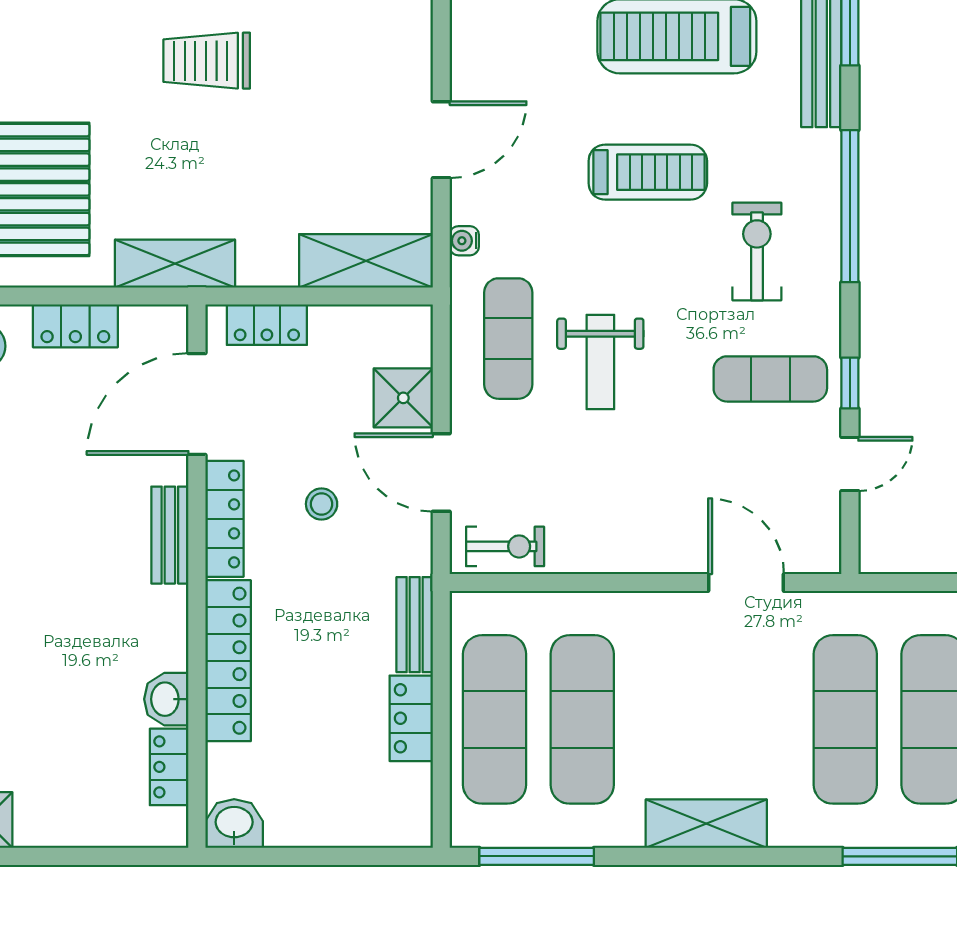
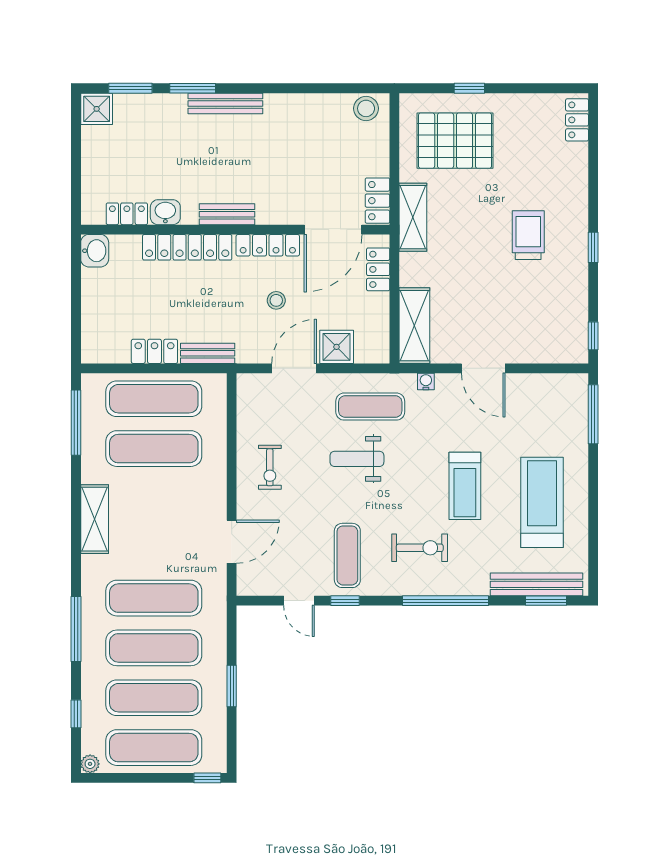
locker: (75, 326) -> (377, 201), moved
door: (197, 404) -> (333, 230), swing flipped
bench: (170, 535) -> (227, 214), moved
exercise bike: (505, 546) -> (270, 467), moved

